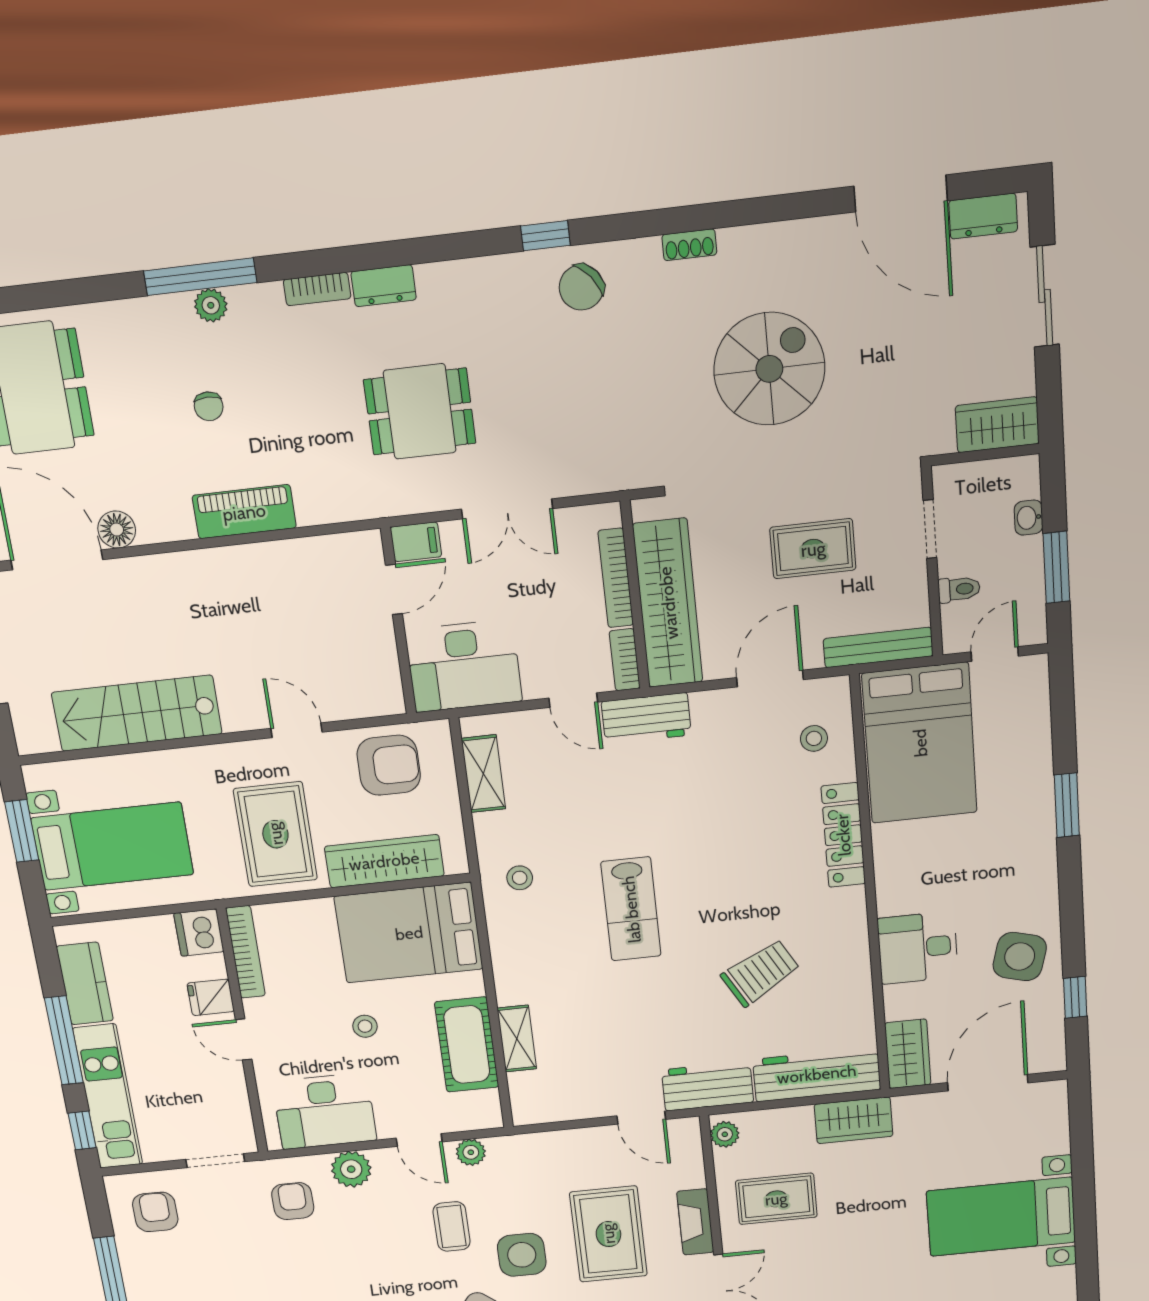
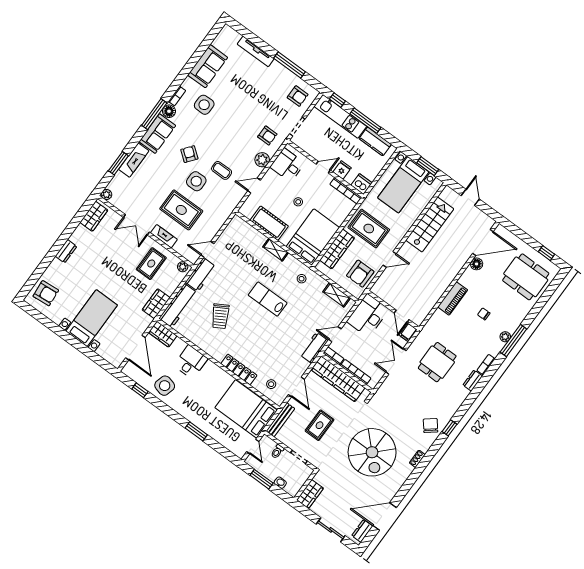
spiral stairs: (769, 369) -> (372, 452), width x1.37, depth x1.37
shelving: (517, 1039) -> (276, 250), moved
desk: (325, 1111) -> (287, 165), width x0.73
plant: (471, 1152) -> (238, 196), removed

